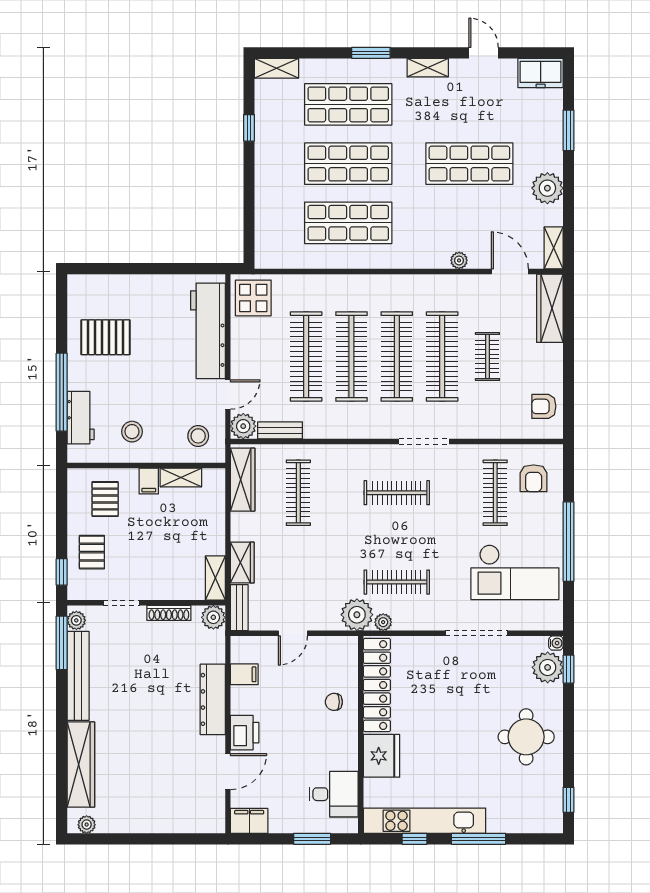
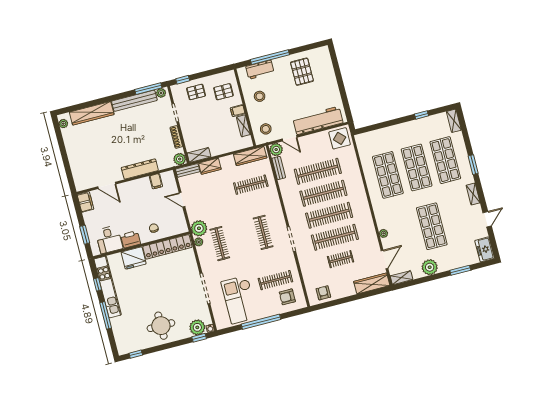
printer: (245, 733) -> (131, 239), moved, turned 180

